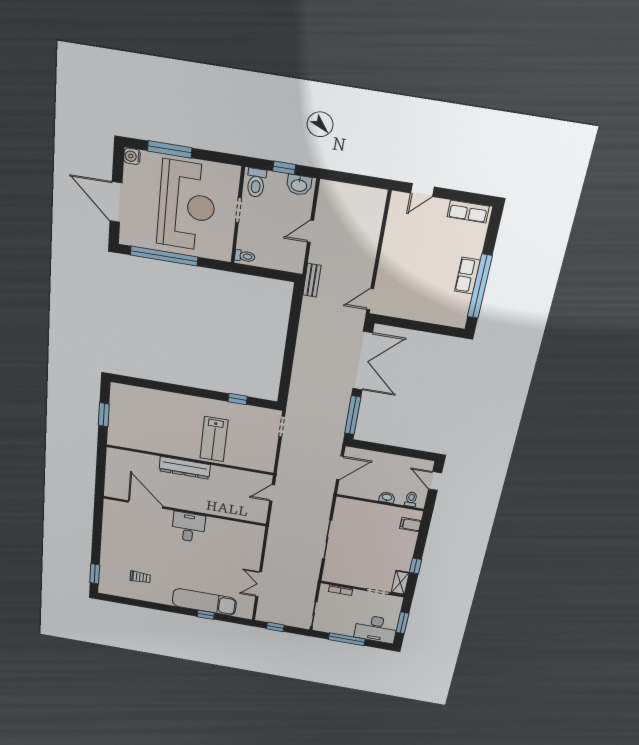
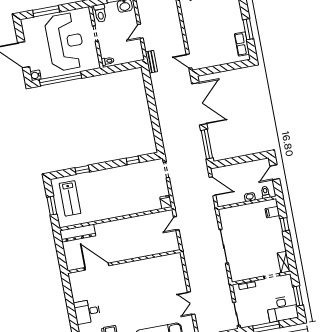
water cooler: (132, 156) -> (36, 75), moved
row of seats: (467, 276) -> (242, 44), moved
window: (480, 286) -> (248, 29), width x0.47
door: (370, 299) -> (189, 61), hinge flipped
window: (160, 386) -> (82, 170), added
lab bench: (214, 439) -> (70, 198), moved
fridge: (267, 464) -> (166, 202), added
dresser: (185, 468) -> (78, 233), moved
door: (340, 468) -> (213, 186), hinge flipped
door: (435, 481) -> (275, 172), hinge flipped
desk: (188, 527) -> (87, 312), moved, turned -90
window: (415, 566) -> (285, 224), moved

